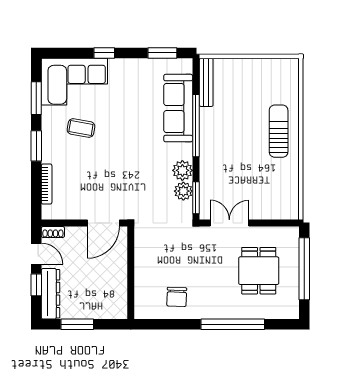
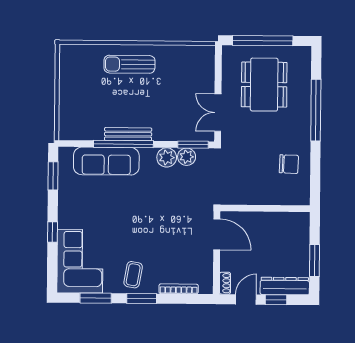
bench: (206, 82) -> (128, 134), moved
coffee table: (81, 128) -> (133, 275), moved
dining table: (259, 271) -> (264, 85), width x1.38

